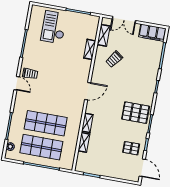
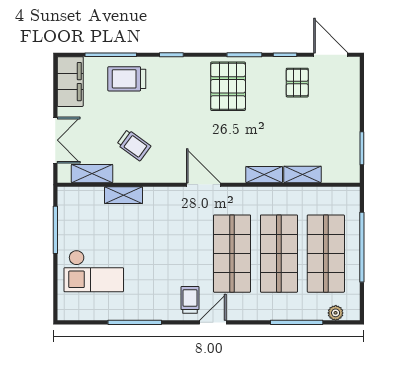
trolley: (149, 62) -> (127, 79), added
shop shelf: (50, 99) -> (232, 254), added
door: (142, 168) -> (331, 55), hinge flipped

